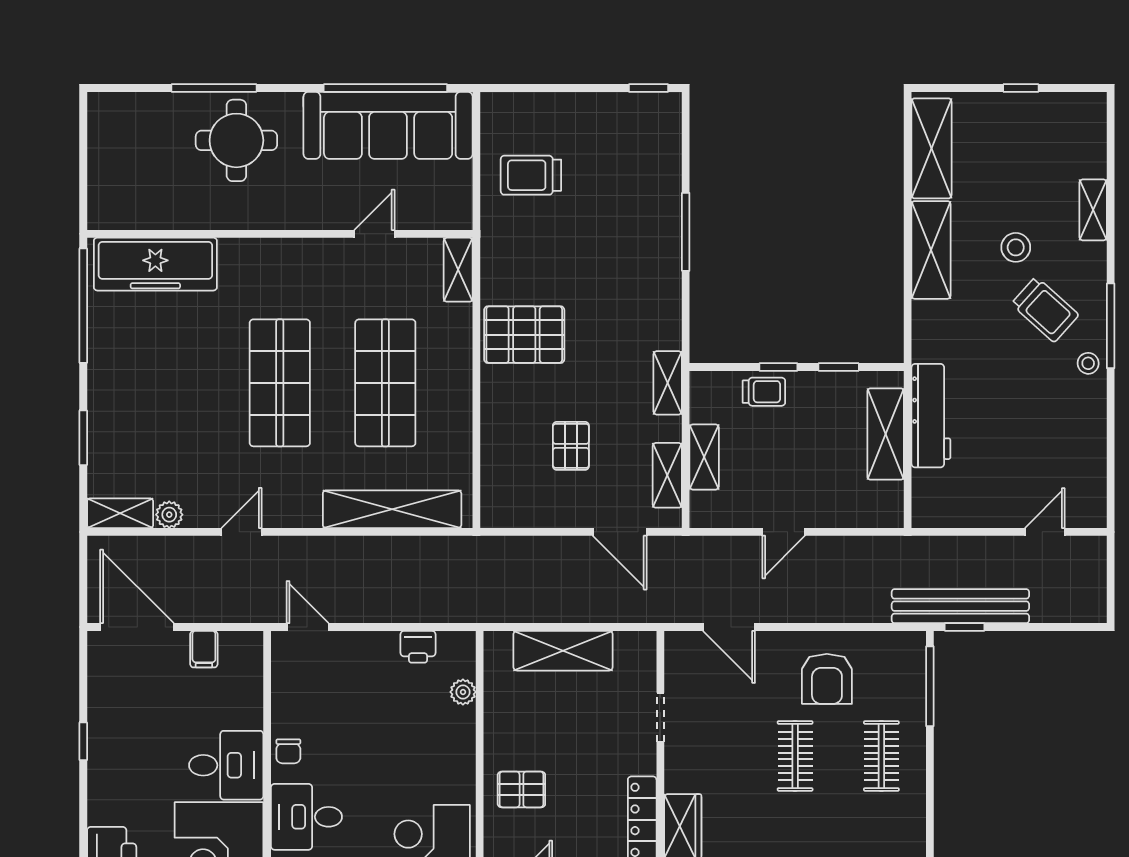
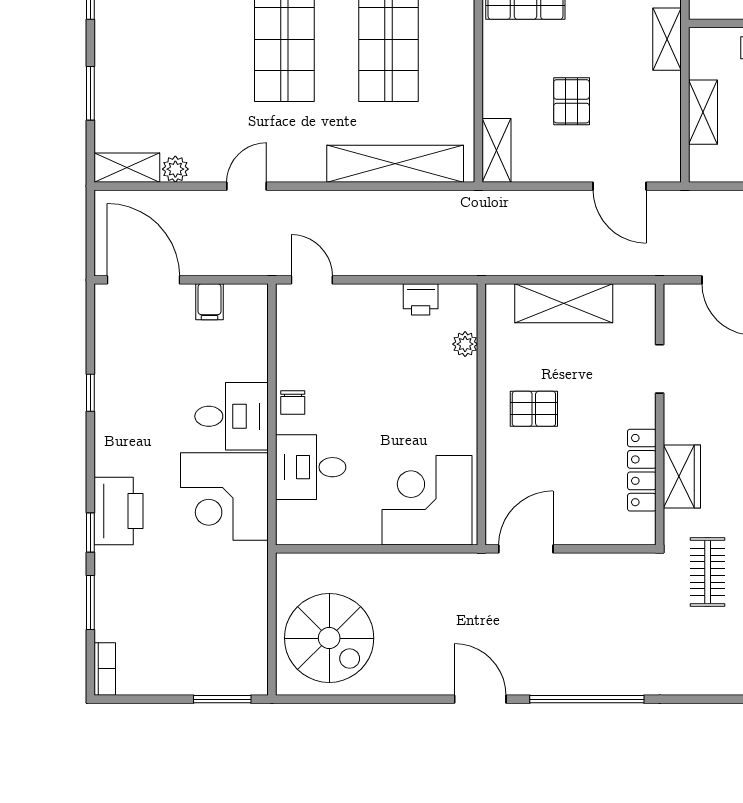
shelving: (667, 475) -> (496, 150), moved
pallet: (521, 789) -> (534, 409), moved

